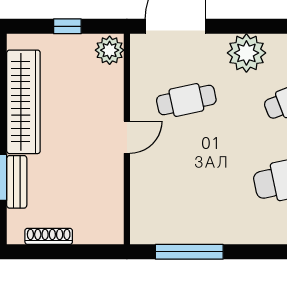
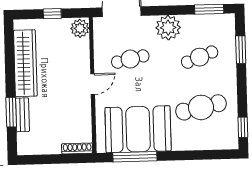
booth: (195, 209) -> (138, 129), added
shoe rack: (49, 236) -> (77, 148), moved

